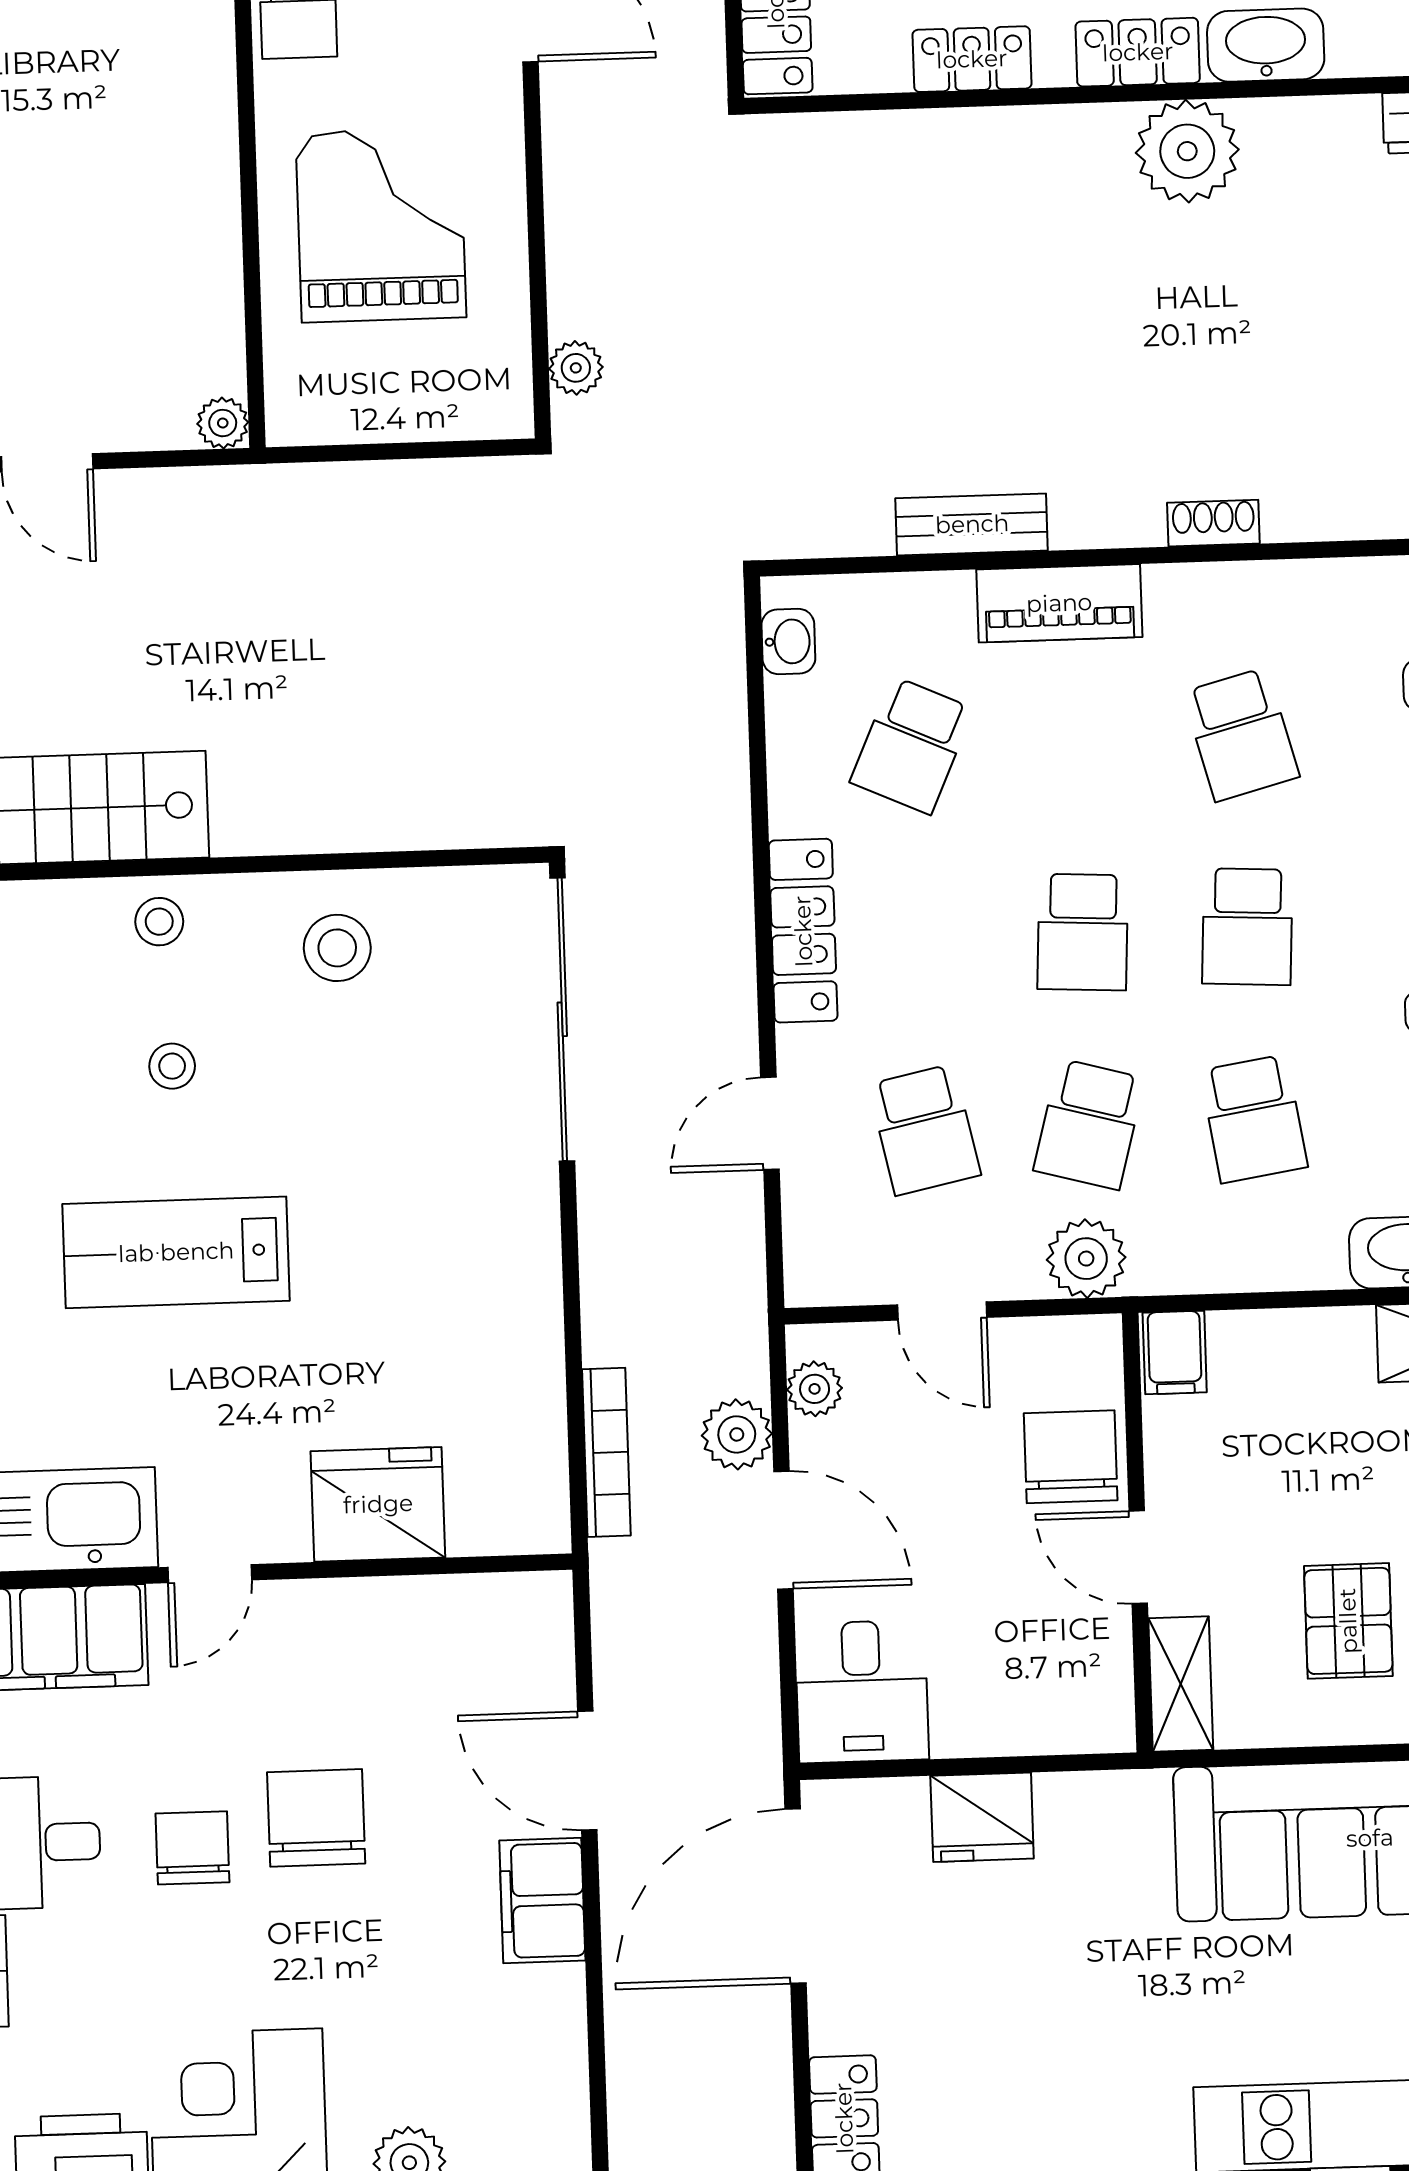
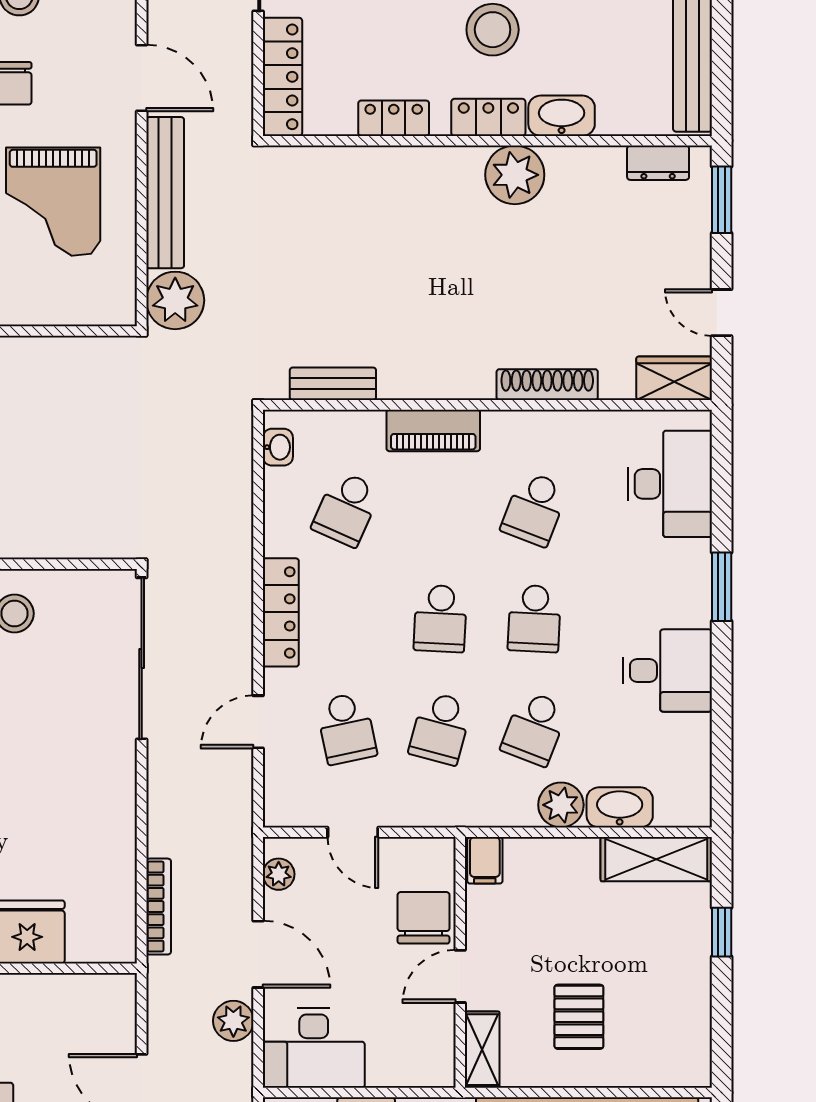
bench: (576, 203) -> (165, 193), added
grand piano: (381, 225) -> (53, 202), turned 180
plant: (576, 368) -> (175, 300), width x1.88, depth x1.88
shoe rack: (1213, 523) -> (547, 385), width x1.94, depth x1.24
bench: (972, 524) -> (333, 384), moved
school desk: (1241, 734) -> (534, 509), turned 36
school desk: (1254, 1119) -> (534, 728), turned 30
plant: (1086, 1259) -> (561, 805), moved
plant: (737, 1434) -> (233, 1021), moved
door: (1138, 1557) -> (460, 976), hinge flipped
desk: (862, 1692) -> (314, 1048), width x1.37

